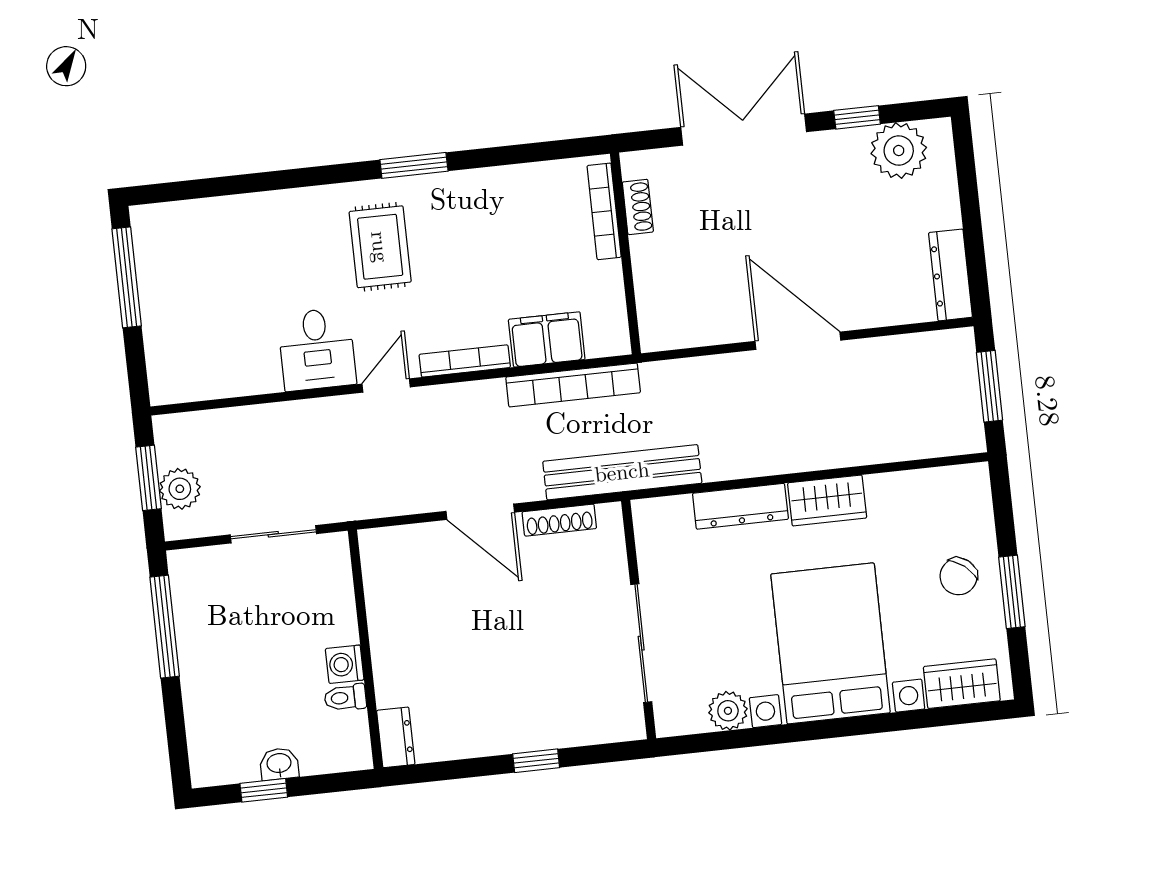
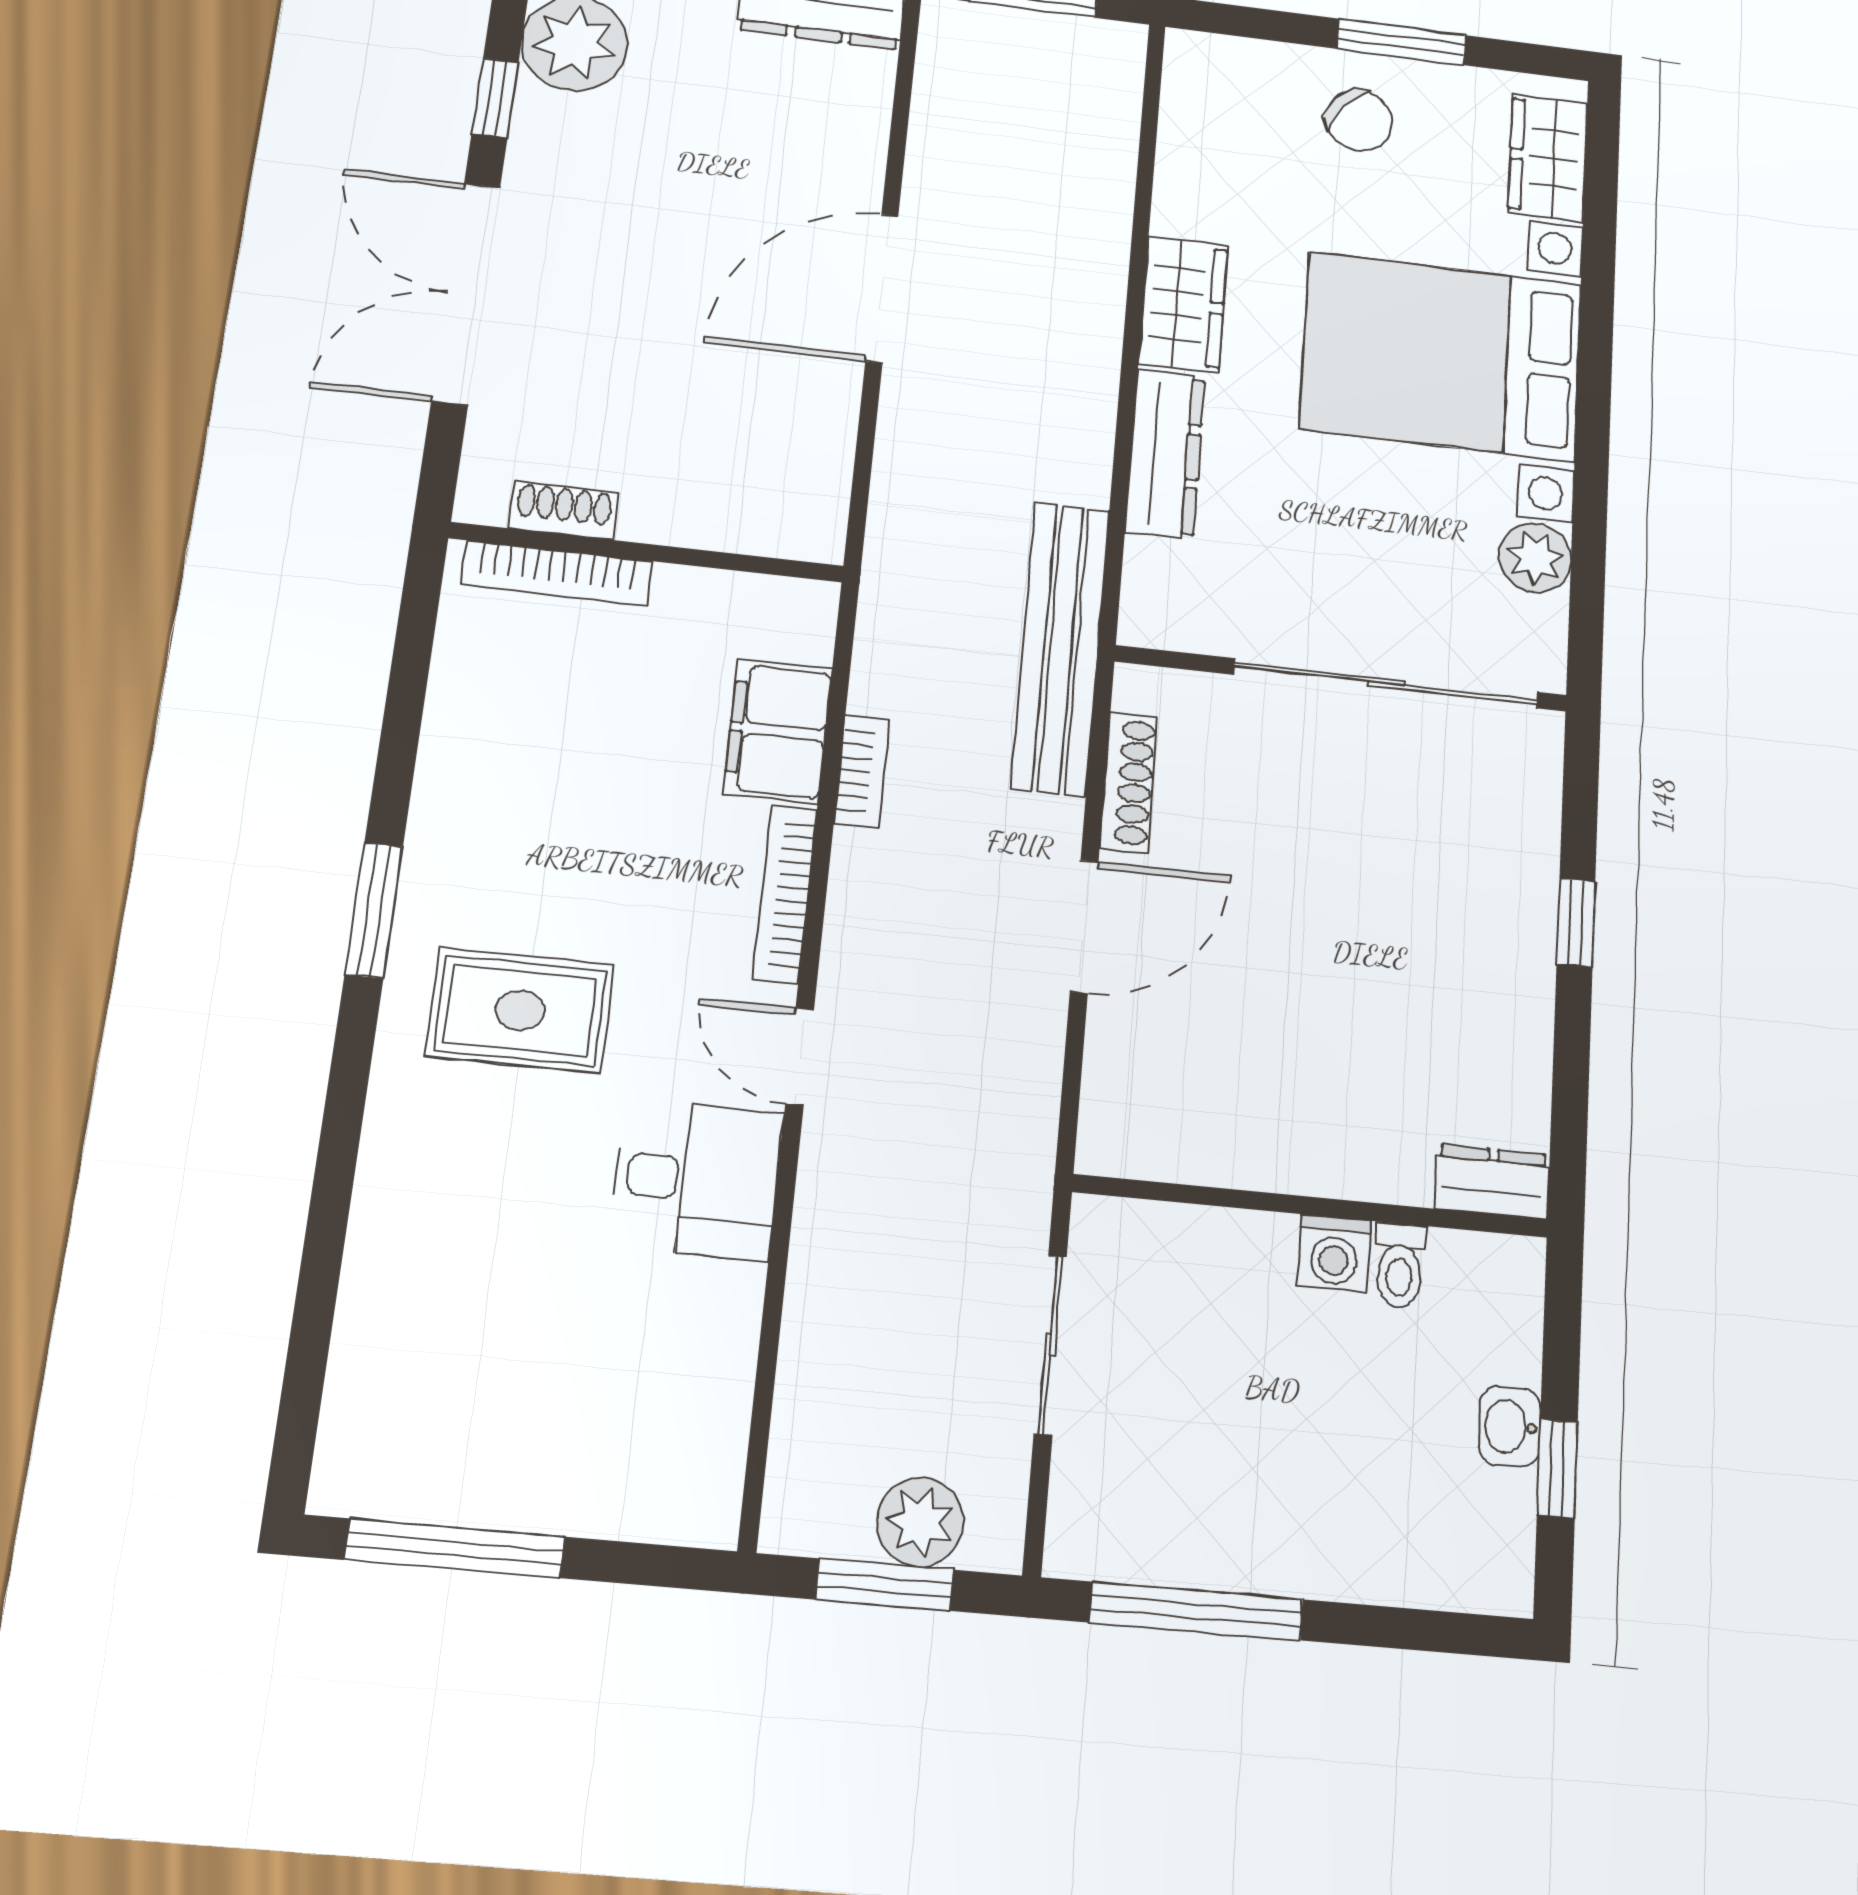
bookcase: (573, 385) -> (862, 771), width x0.43, depth x0.76
sliding door: (641, 643) -> (1386, 683), width x1.36

